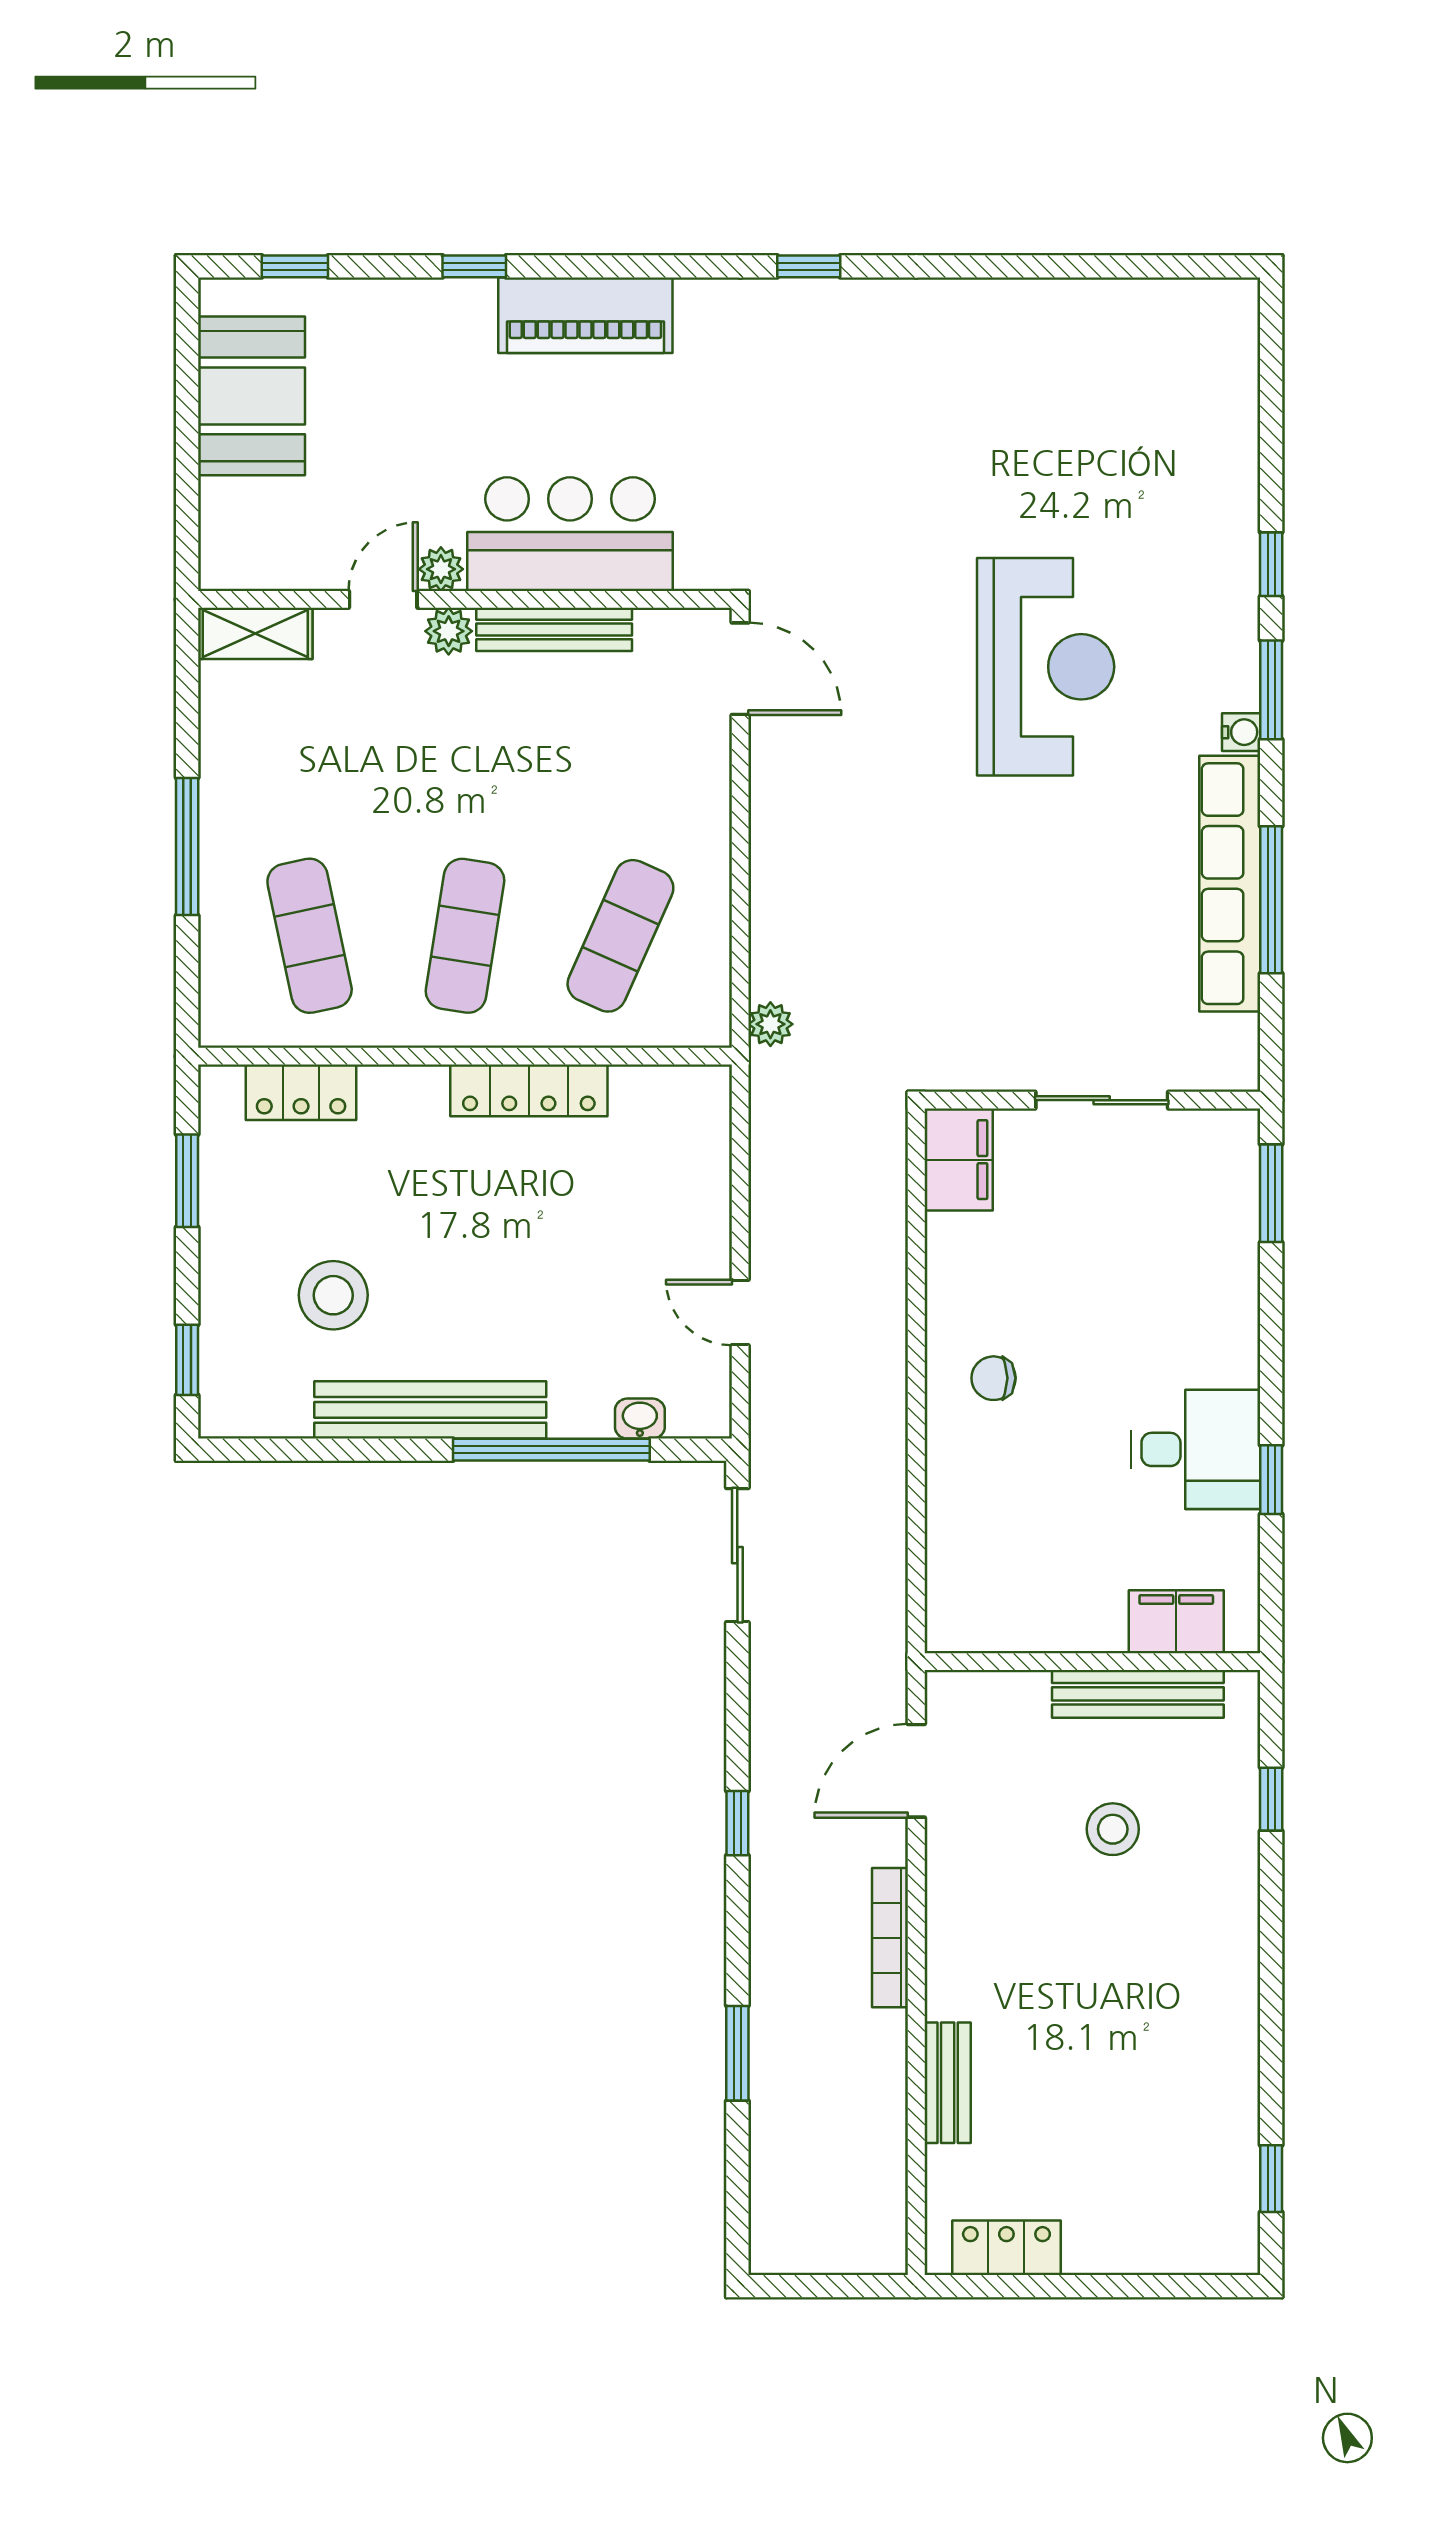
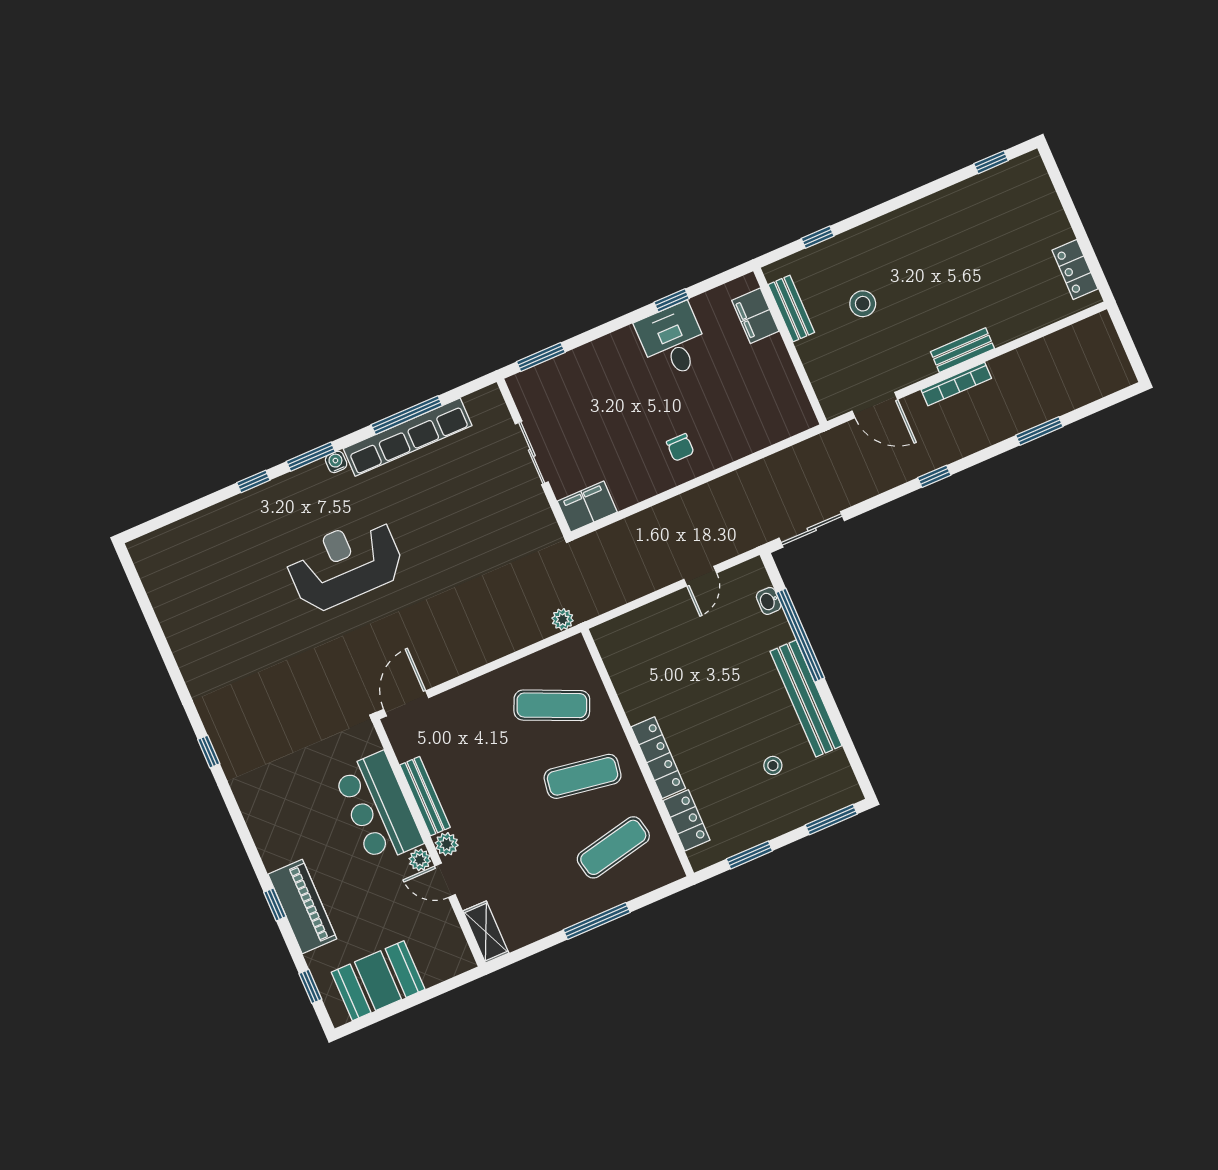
piano: (585, 315) -> (302, 906), moved
locker: (529, 1090) -> (658, 758), moved
stool: (333, 1295) -> (773, 765), width x0.53, depth x0.53
window: (187, 1360) -> (831, 819), width x1.50
bench: (1138, 1694) -> (791, 309), width x0.73
bench: (948, 2083) -> (963, 350), moved

